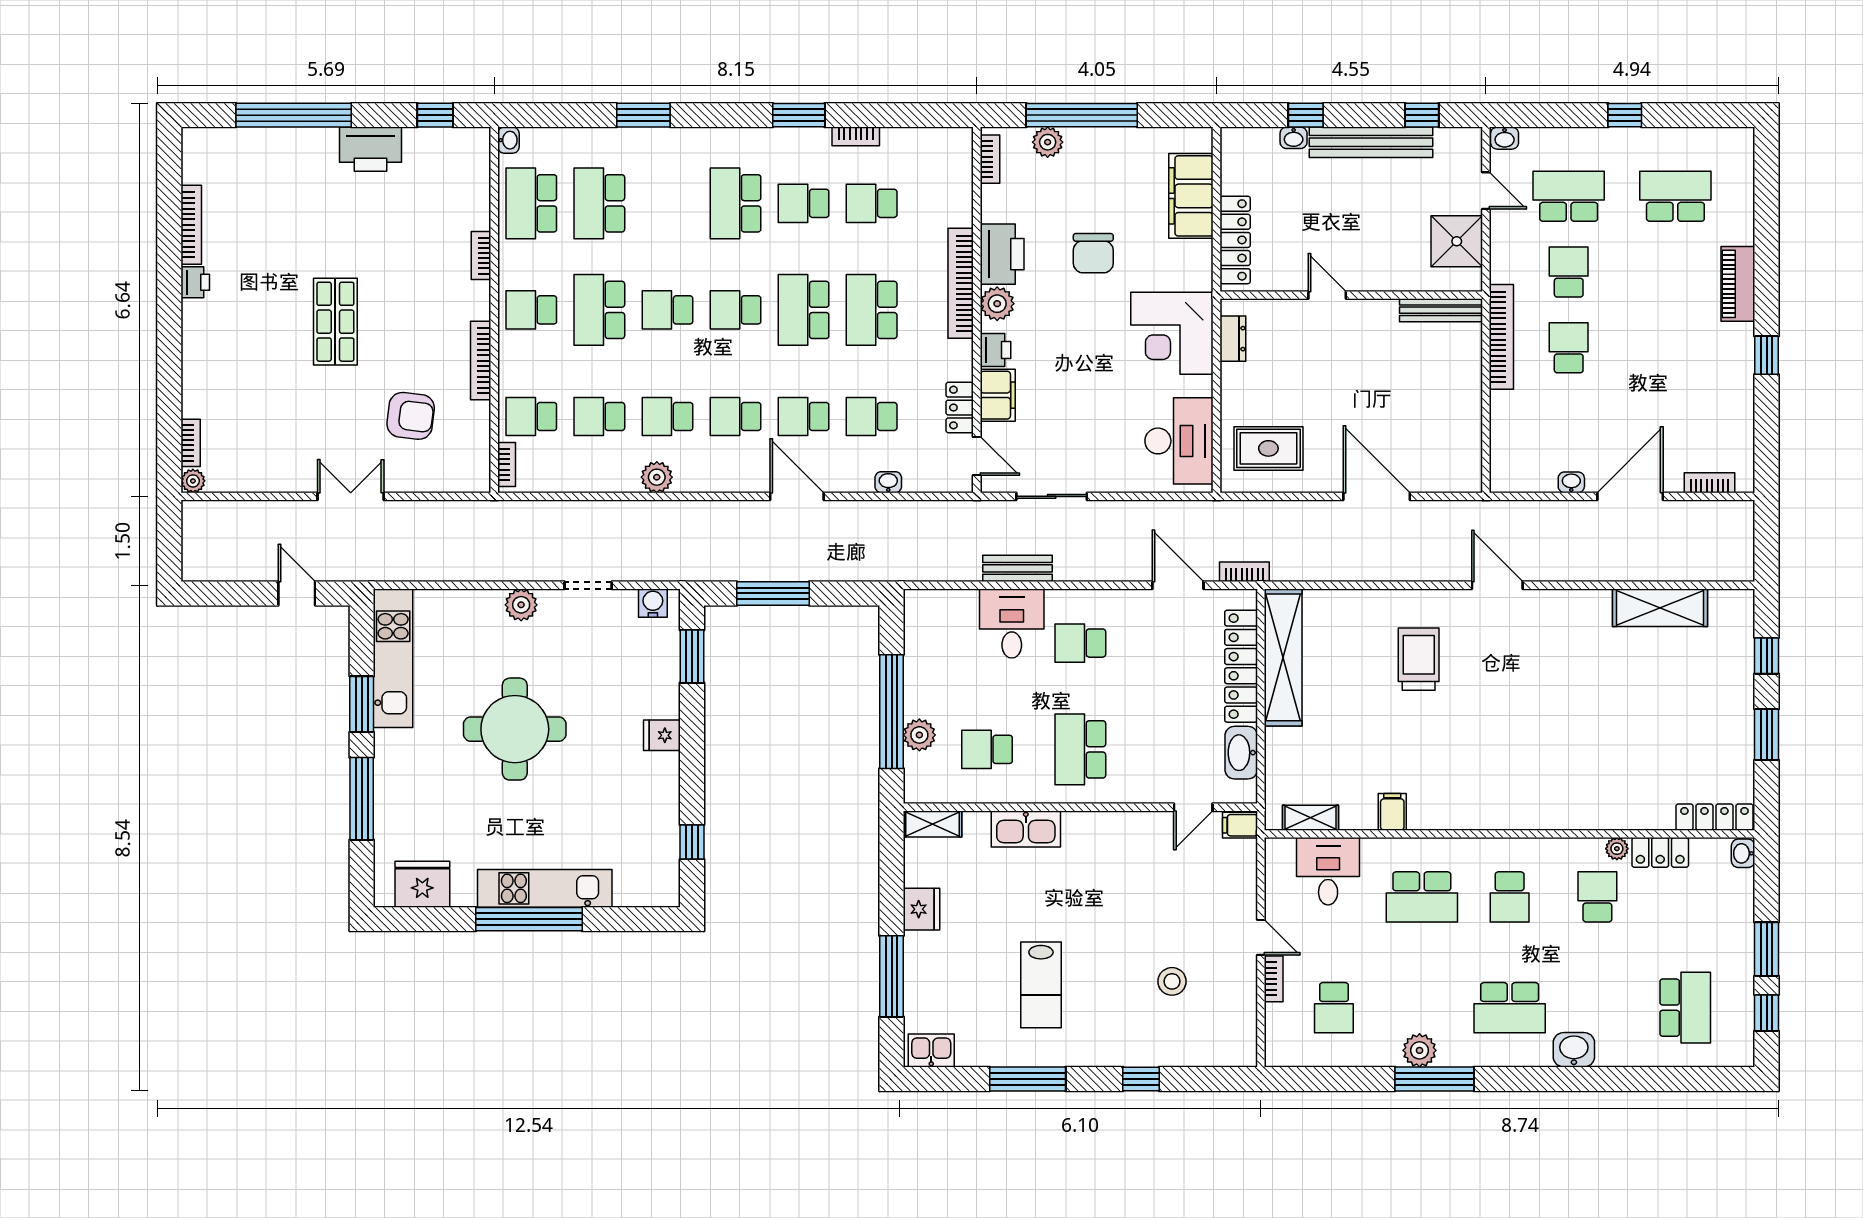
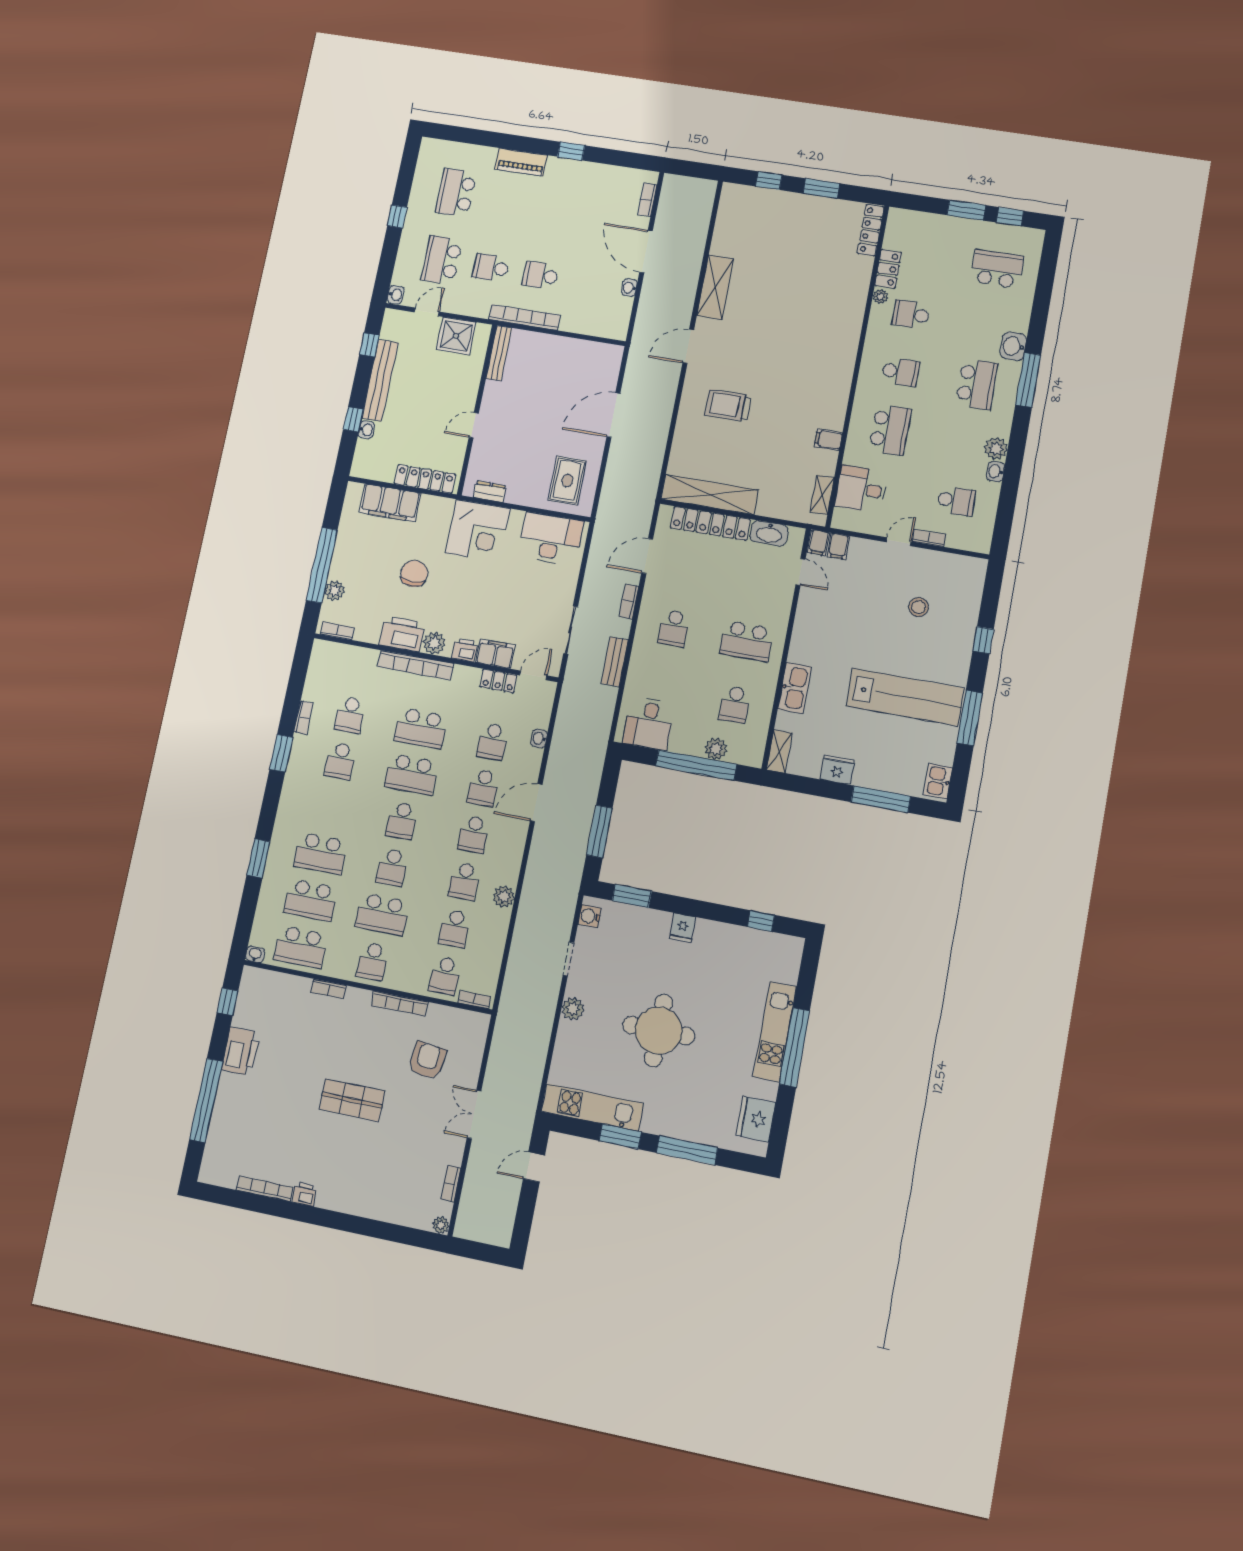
school desk: (736, 203) -> (321, 853), moved
chair: (1093, 253) -> (414, 574), turned -90
bookcase: (191, 443) -> (451, 1184), moved, turned -90
bookcase: (1244, 572) -> (629, 602), moved
shelving: (1660, 608) -> (715, 287), moved
desk: (1012, 623) -> (649, 724), moved, turned -90
washbasin: (1743, 853) -> (996, 471), moved, turned 90
filing cabinet: (1240, 854) -> (838, 546), added
lab bench: (1041, 985) -> (905, 697), width x1.86, depth x1.39
window: (1434, 1079) -> (1028, 380), moved

